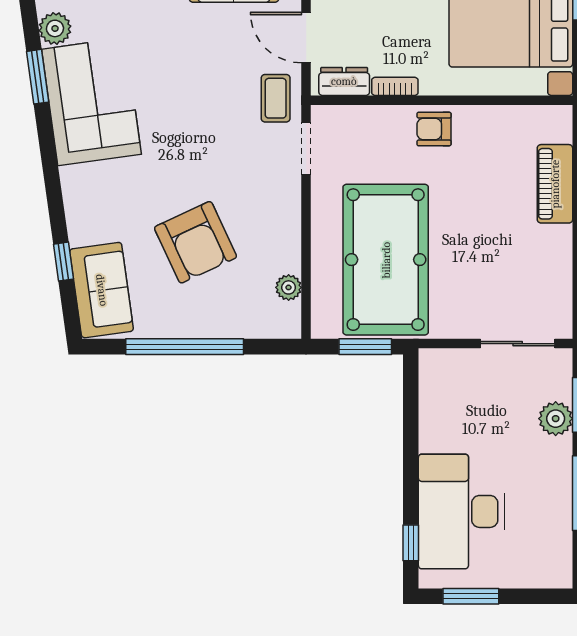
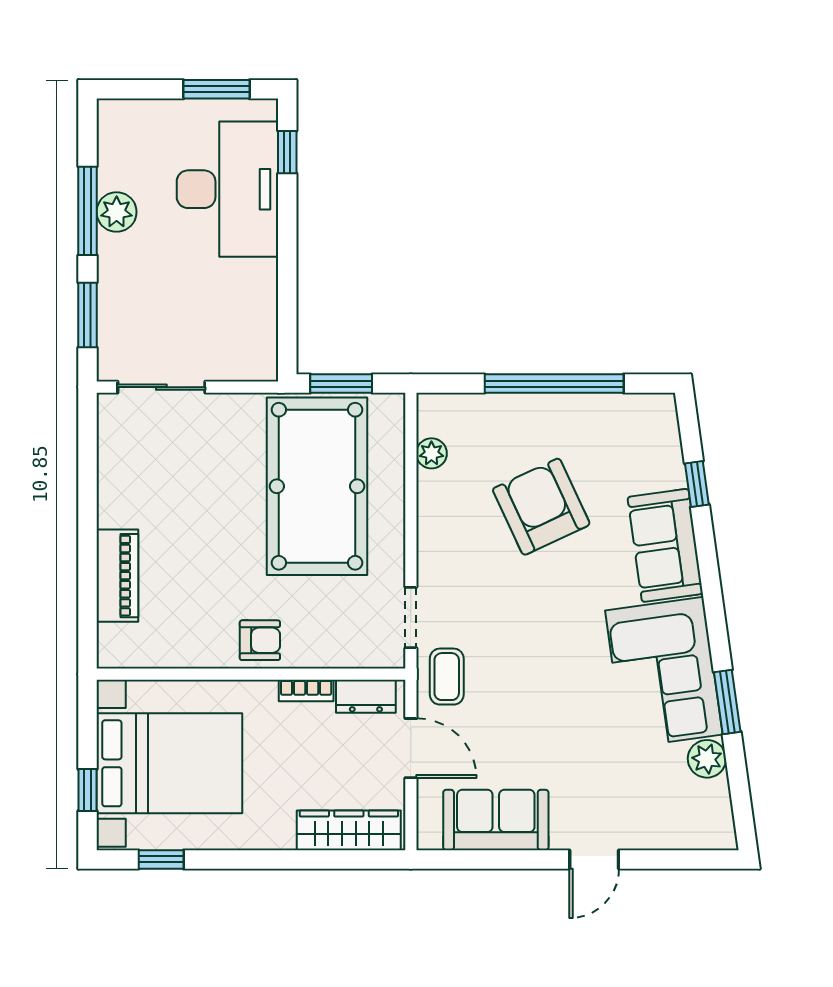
sofa: (102, 290) -> (665, 545), moved
plant: (556, 419) -> (117, 212), moved

